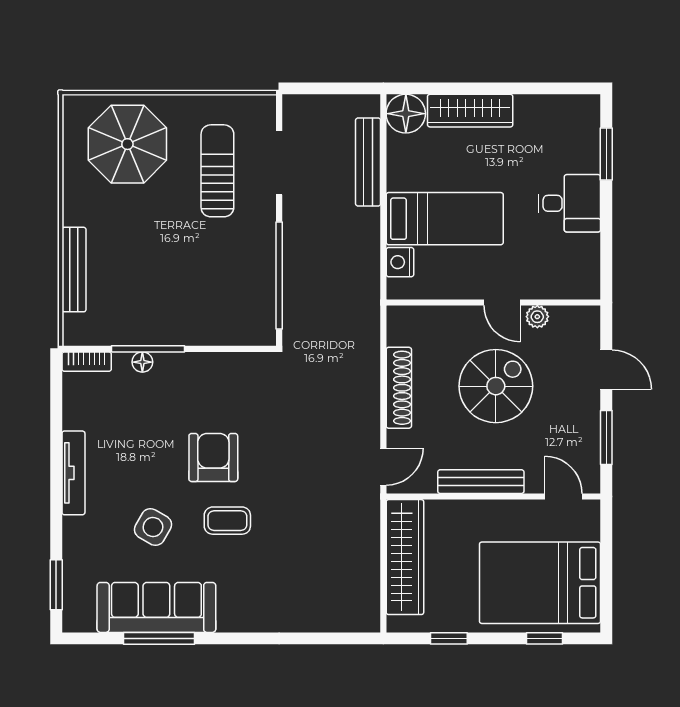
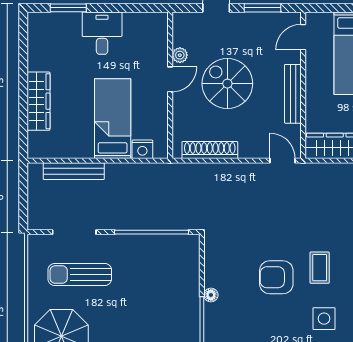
floor lamp: (406, 114) -> (41, 145), removed
floor lamp: (142, 362) -> (211, 295), moved
shoe rack: (399, 388) -> (210, 150), moved
side table: (153, 527) -> (324, 319), turned -30

